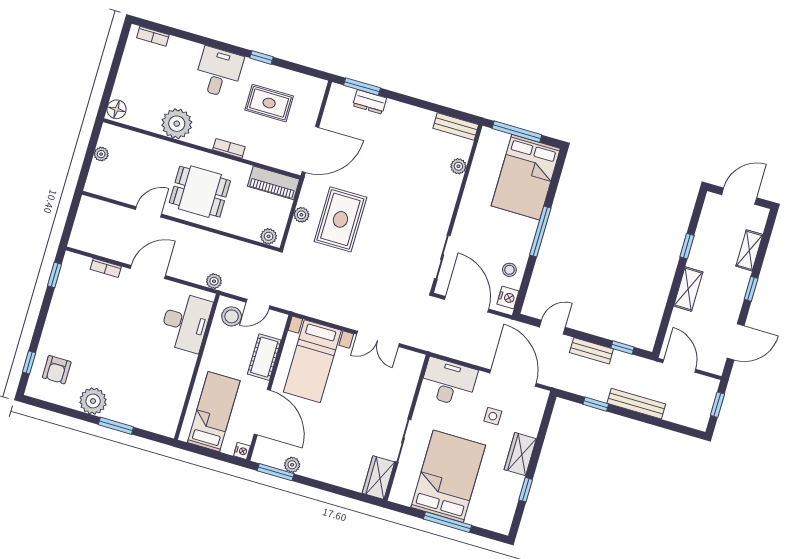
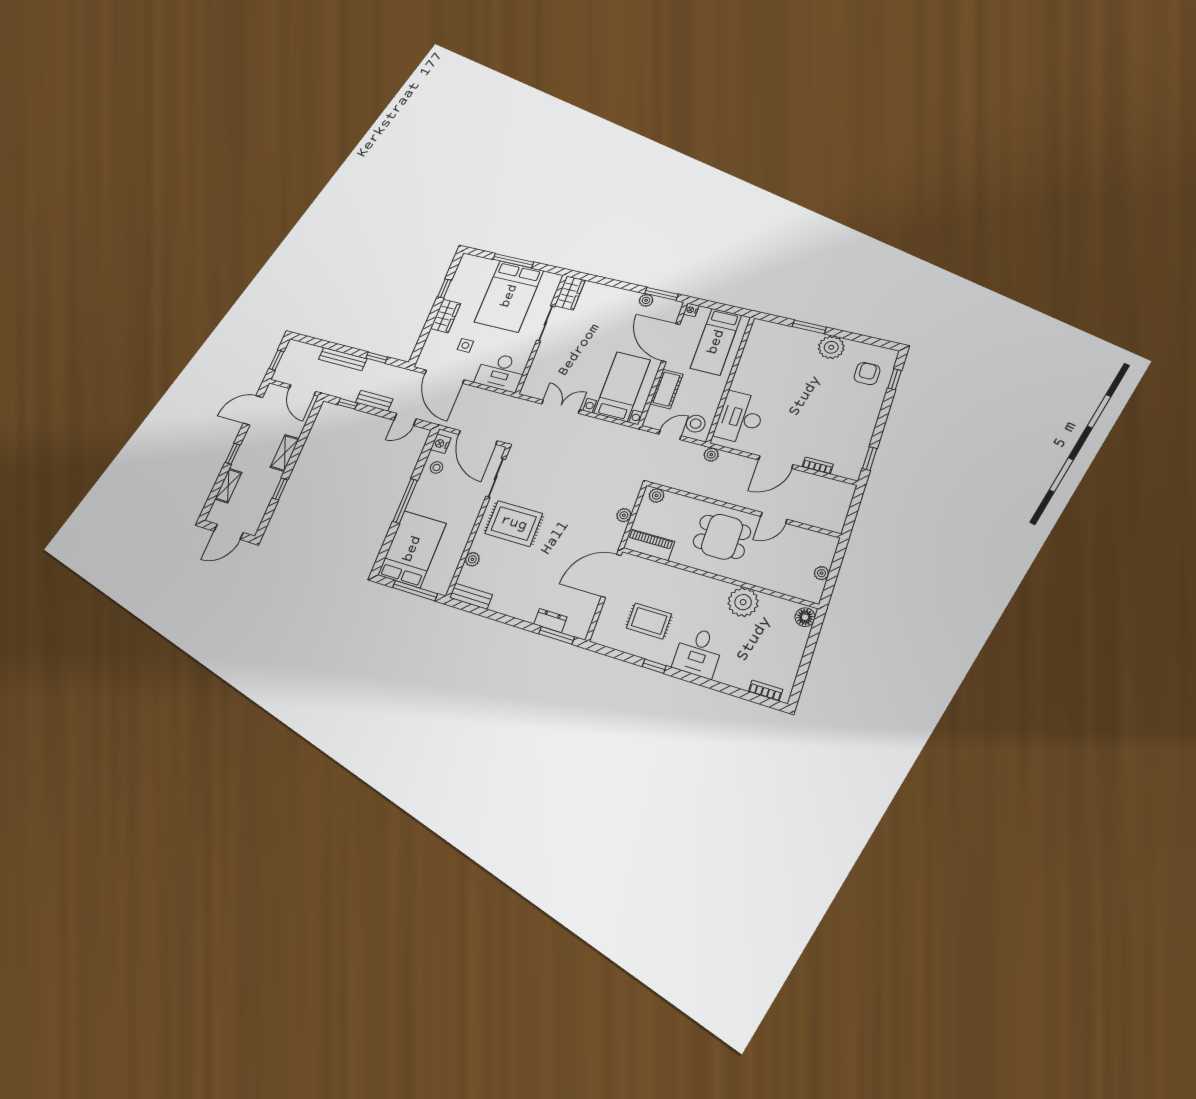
bookcase: (229, 148) -> (691, 578), removed
rug: (340, 219) -> (514, 523), moved, turned 90

